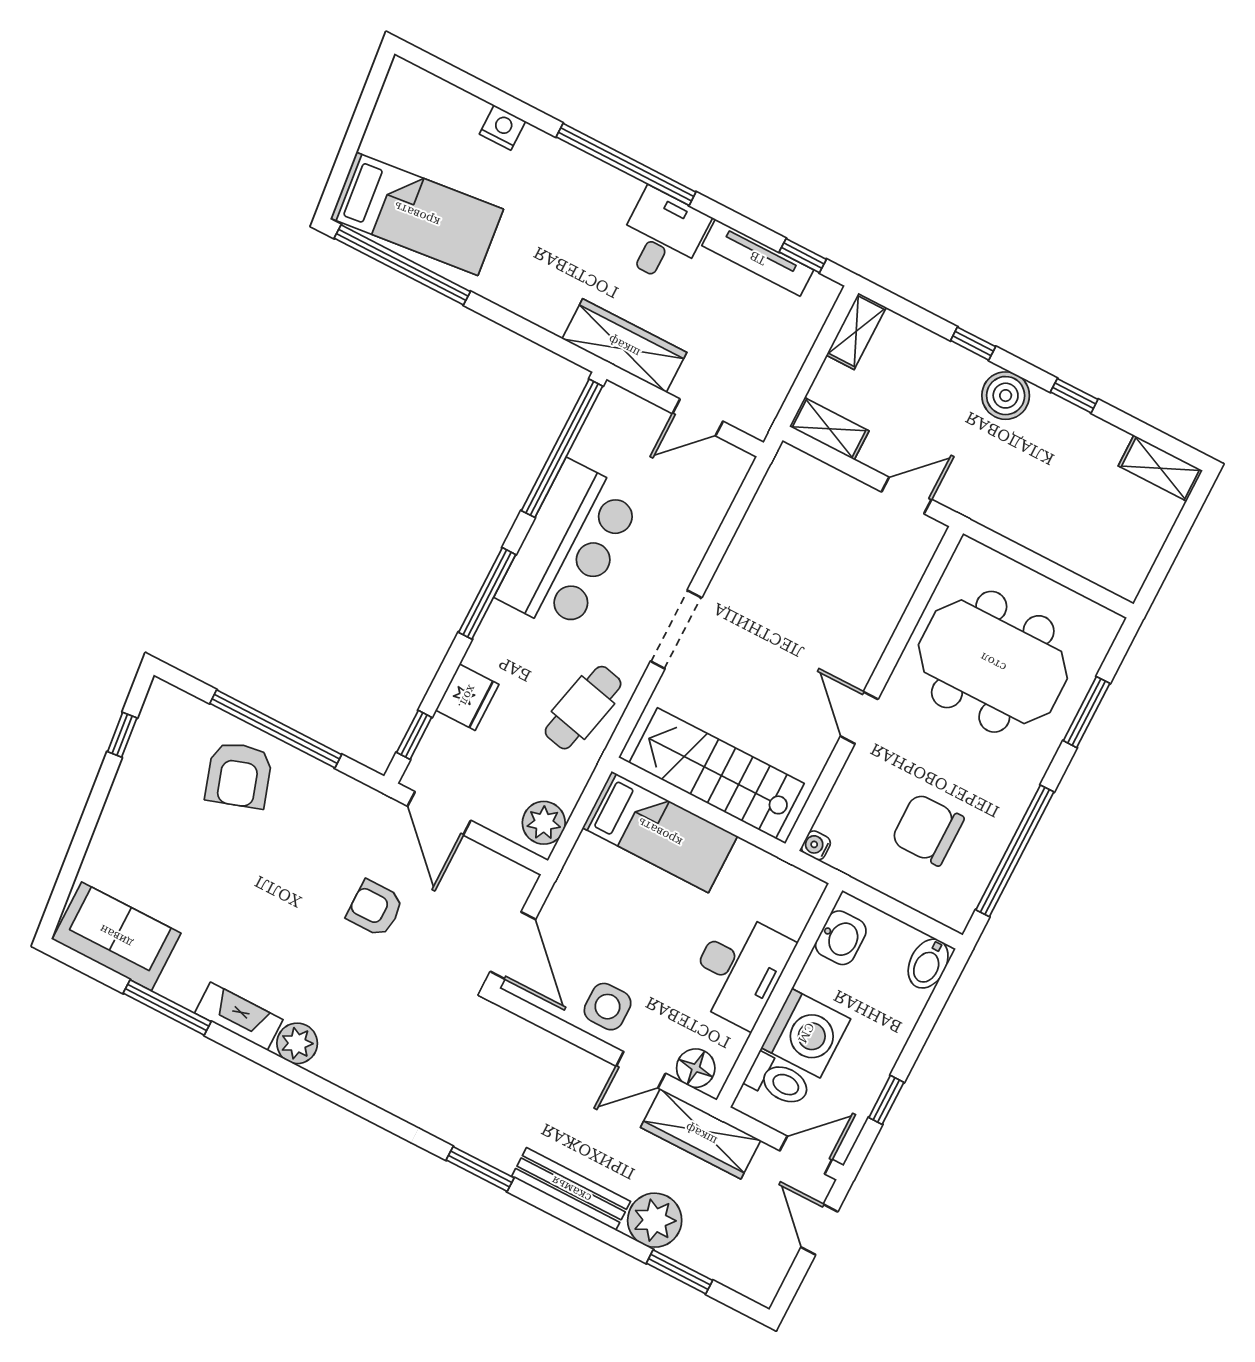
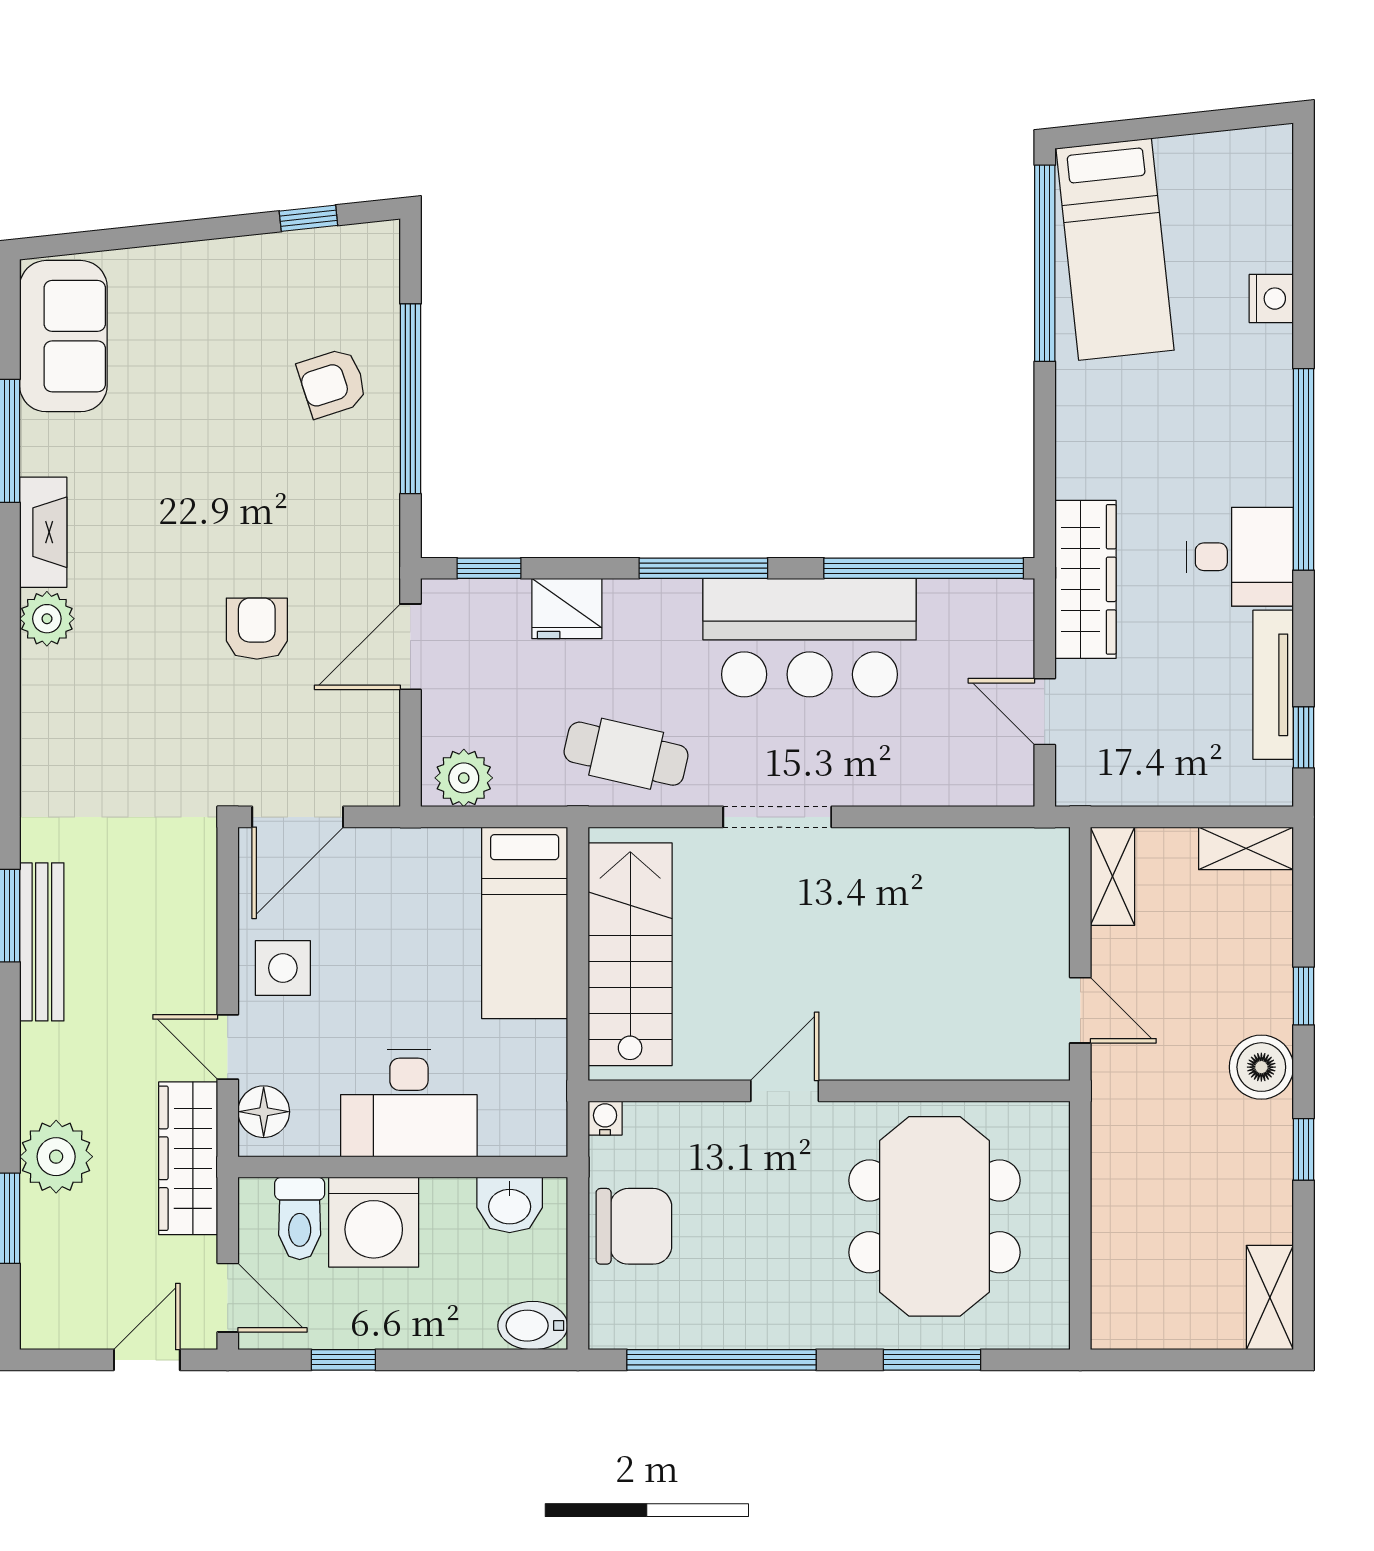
armchair: (239, 775) -> (332, 383), width x0.72, depth x0.72
chair: (928, 830) -> (634, 1226), moved, turned 90
bench: (571, 1189) -> (42, 942), moved

